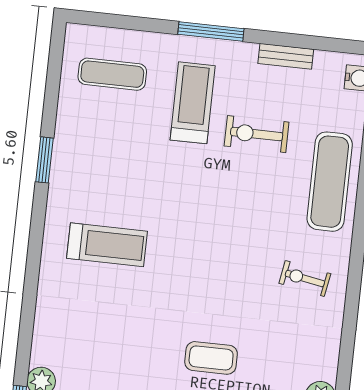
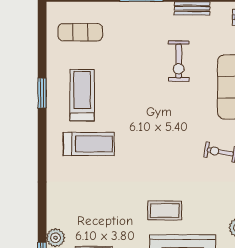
treadmill: (193, 103) -> (82, 95), moved
exercise bike: (257, 134) -> (179, 61), turned -90

